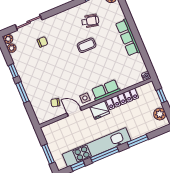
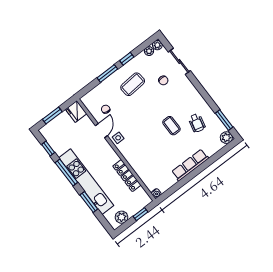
coffee table: (39, 71) -> (133, 84), added
row of seats: (106, 90) -> (131, 157), removed
fridge: (100, 110) -> (76, 111), moved
kitchen unit: (97, 147) -> (86, 182), moved

